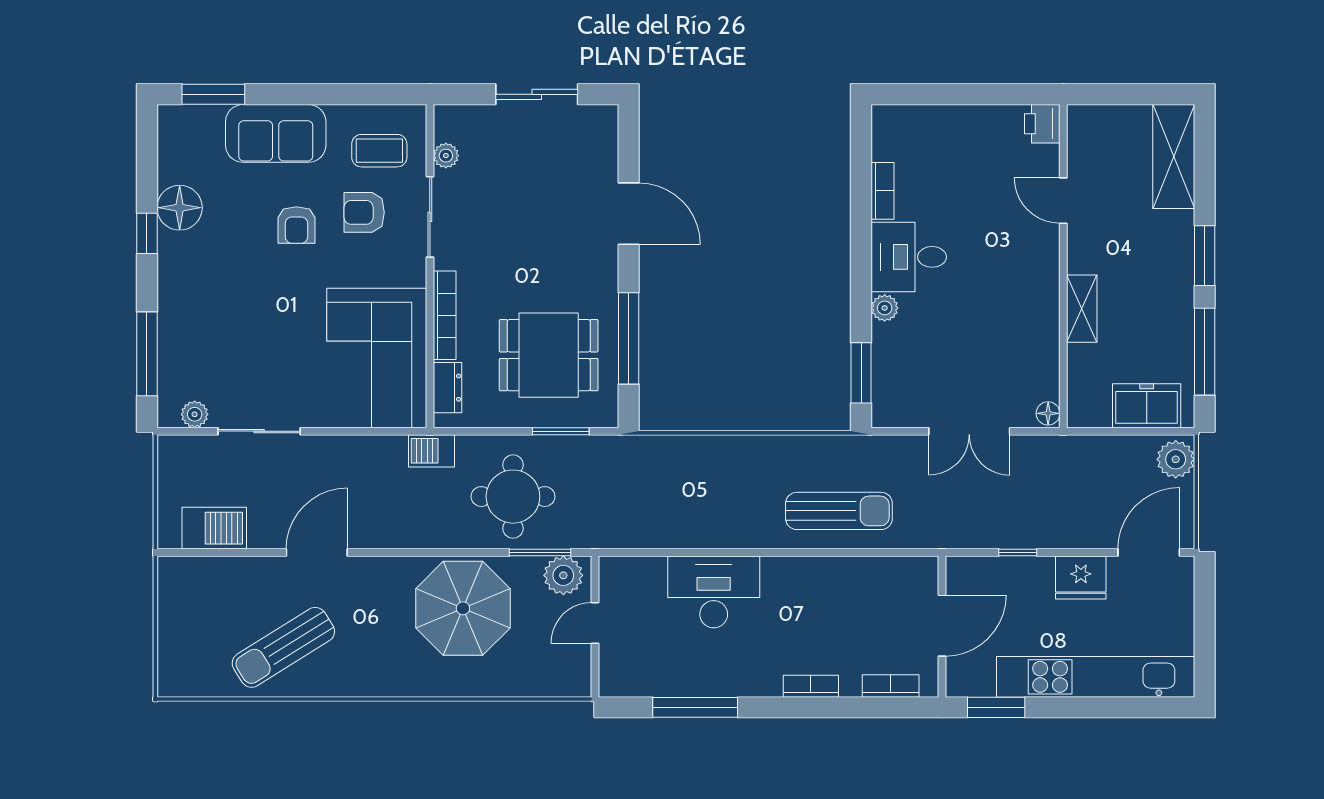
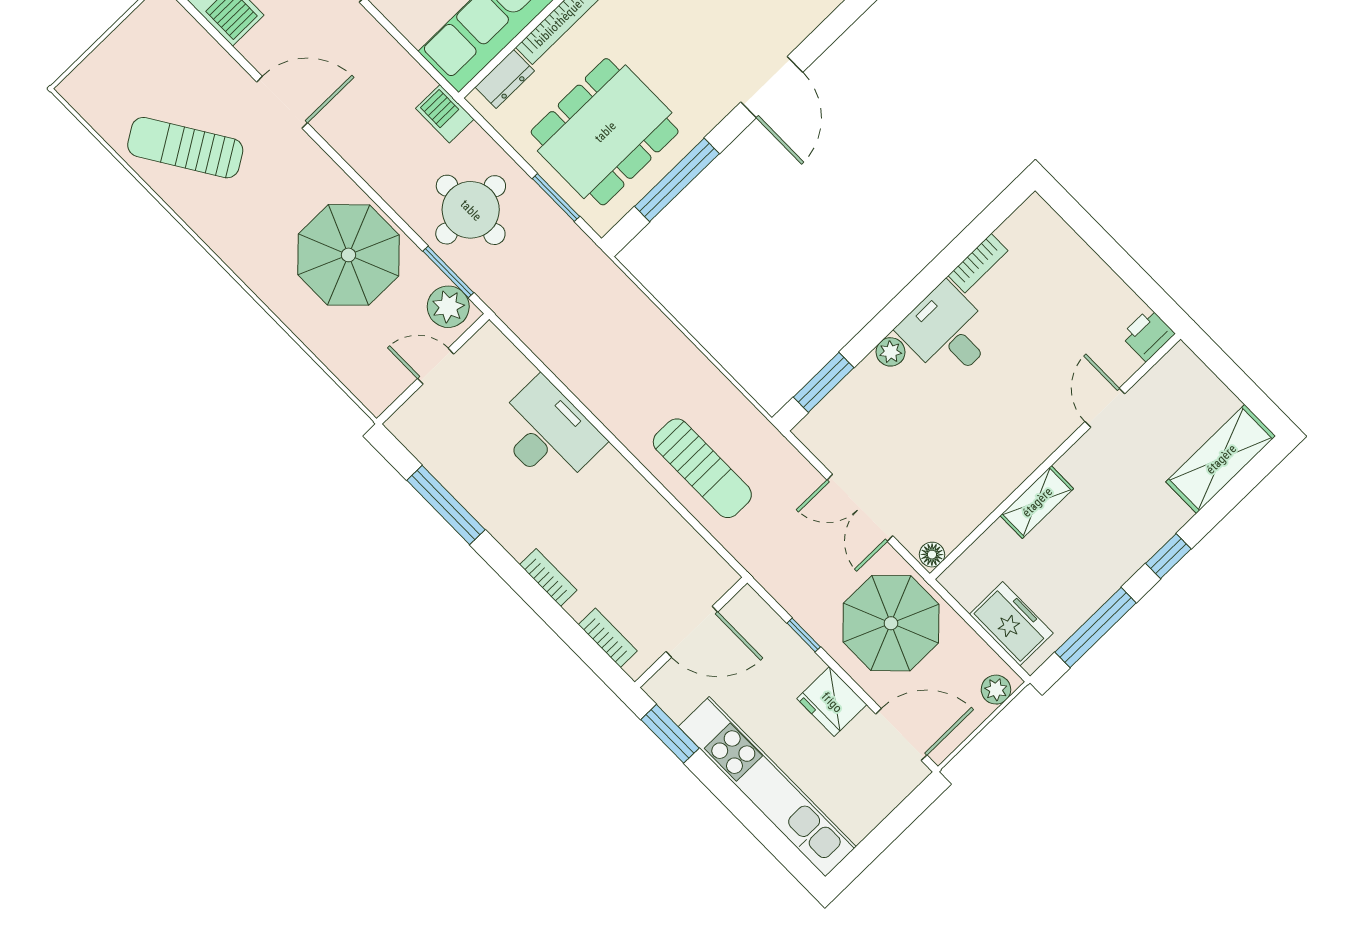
window: (1205, 256) -> (1168, 556), width x0.67
dining table: (549, 355) -> (605, 132), width x1.37
plant: (1176, 459) -> (996, 690), width x0.73, depth x0.73
parasol: (1067, 486) -> (891, 623), added

